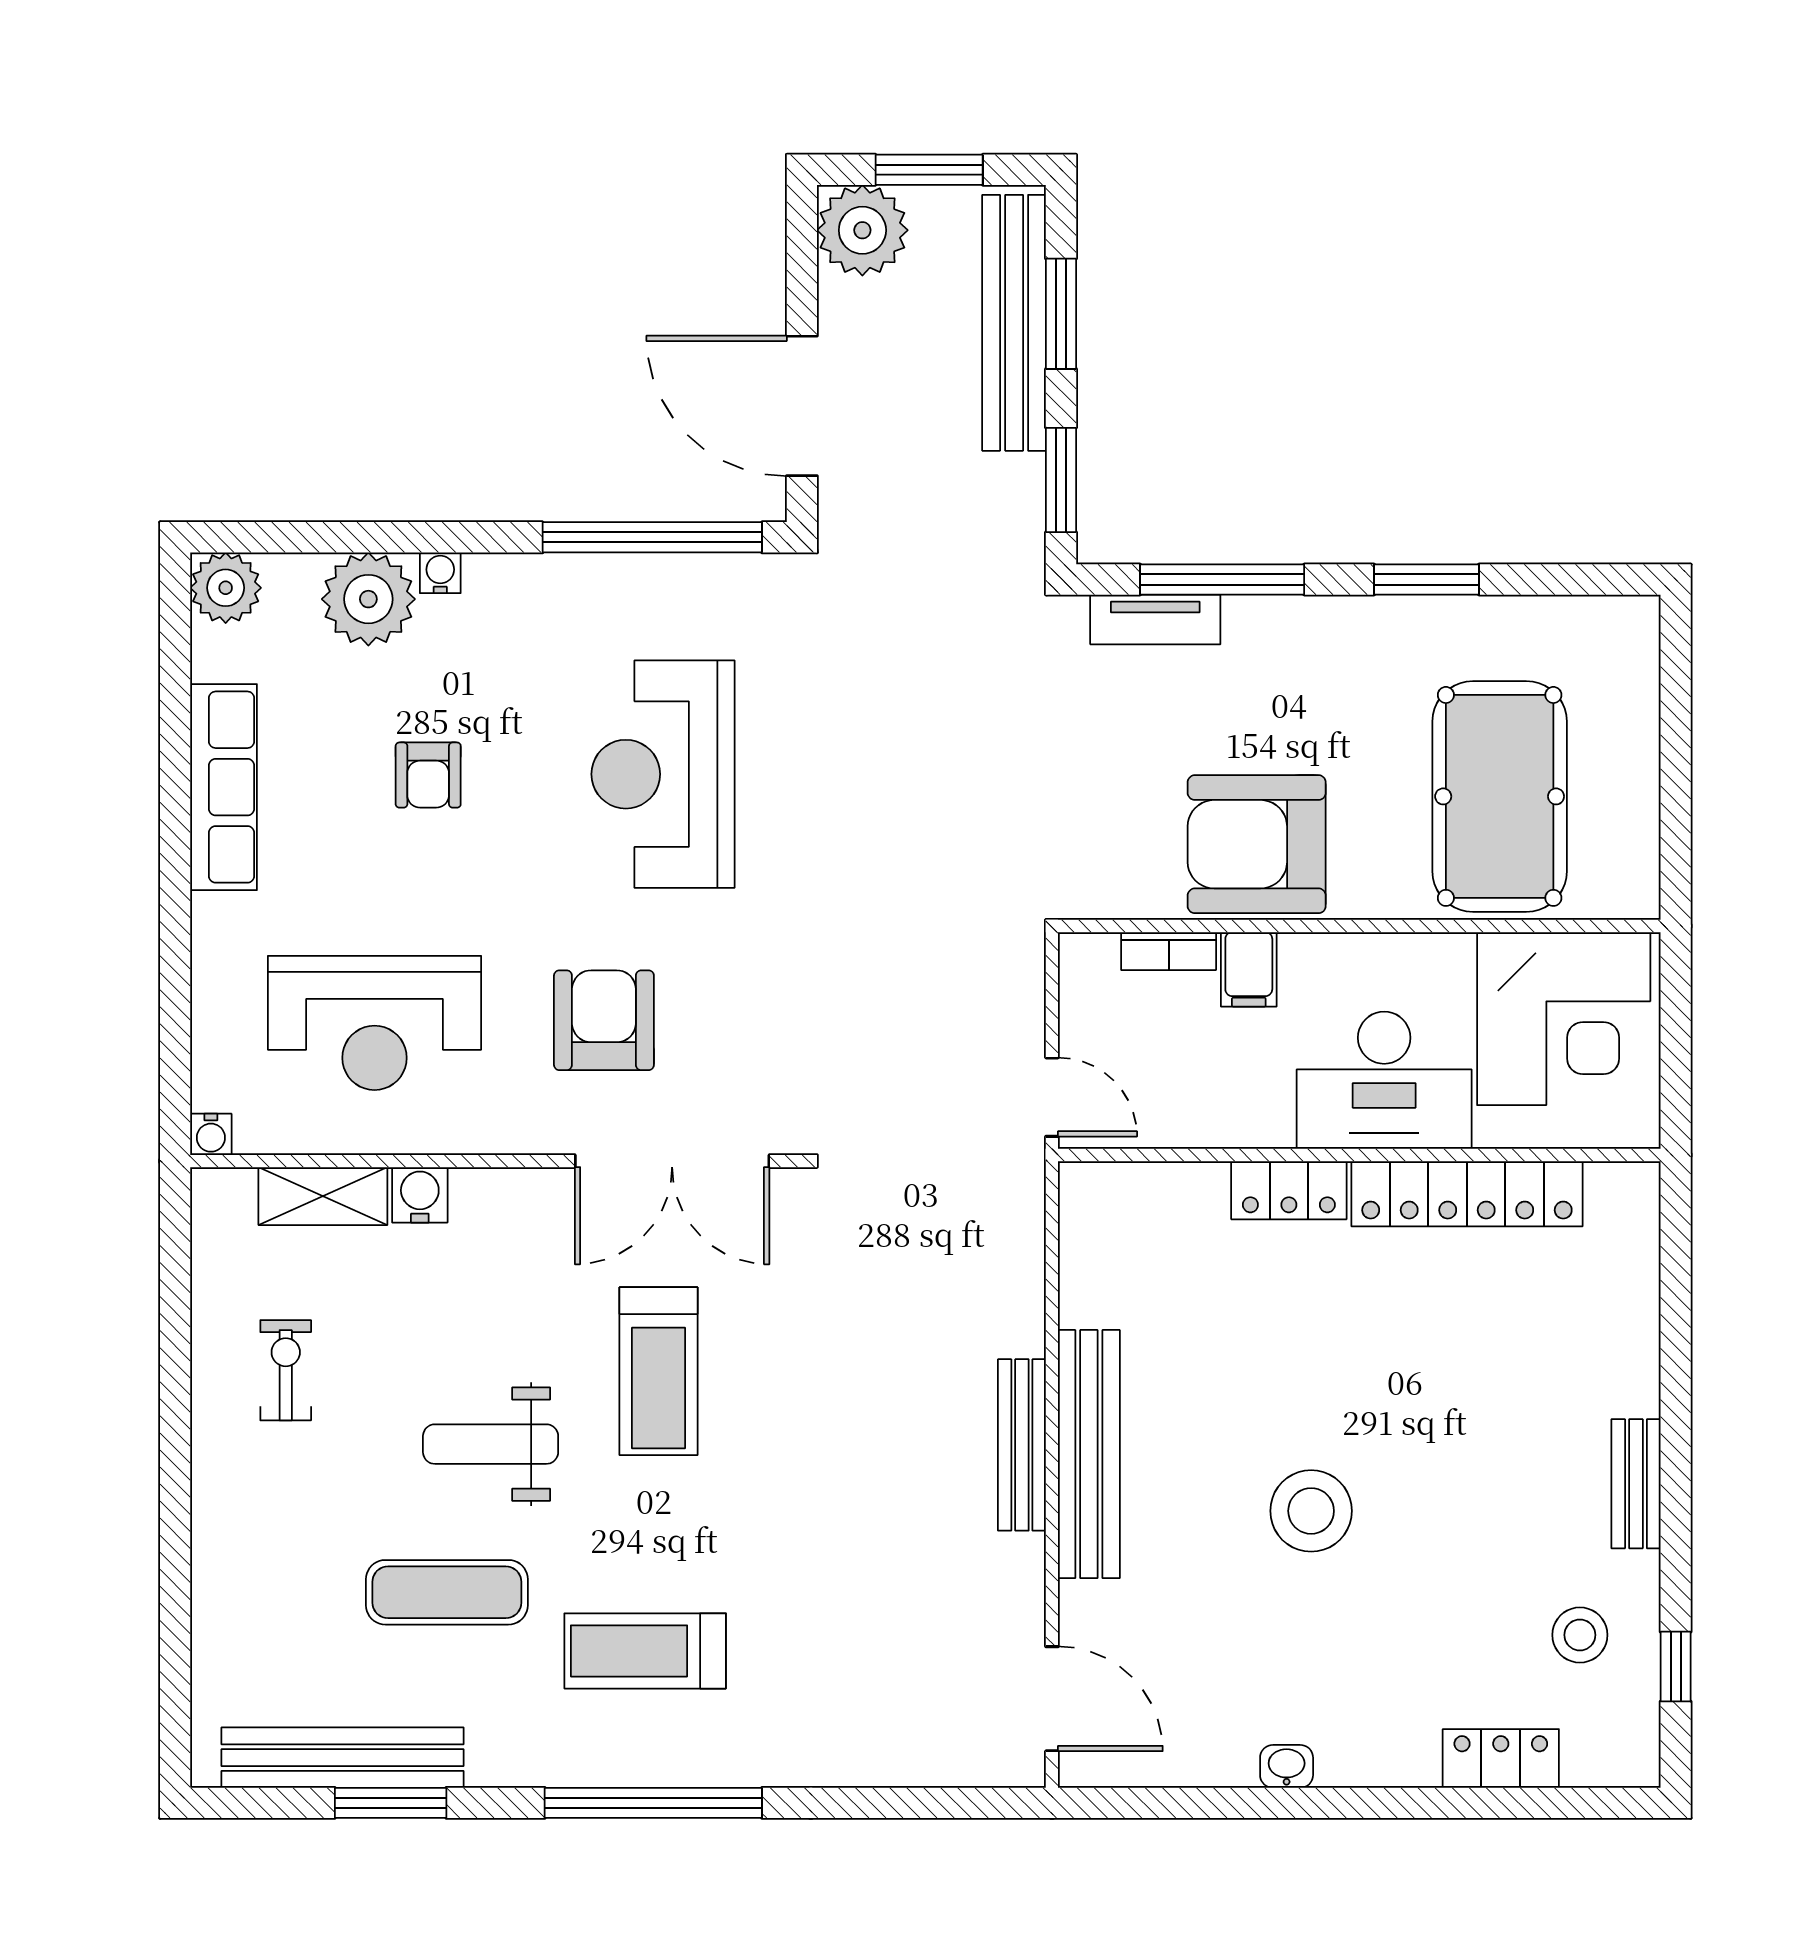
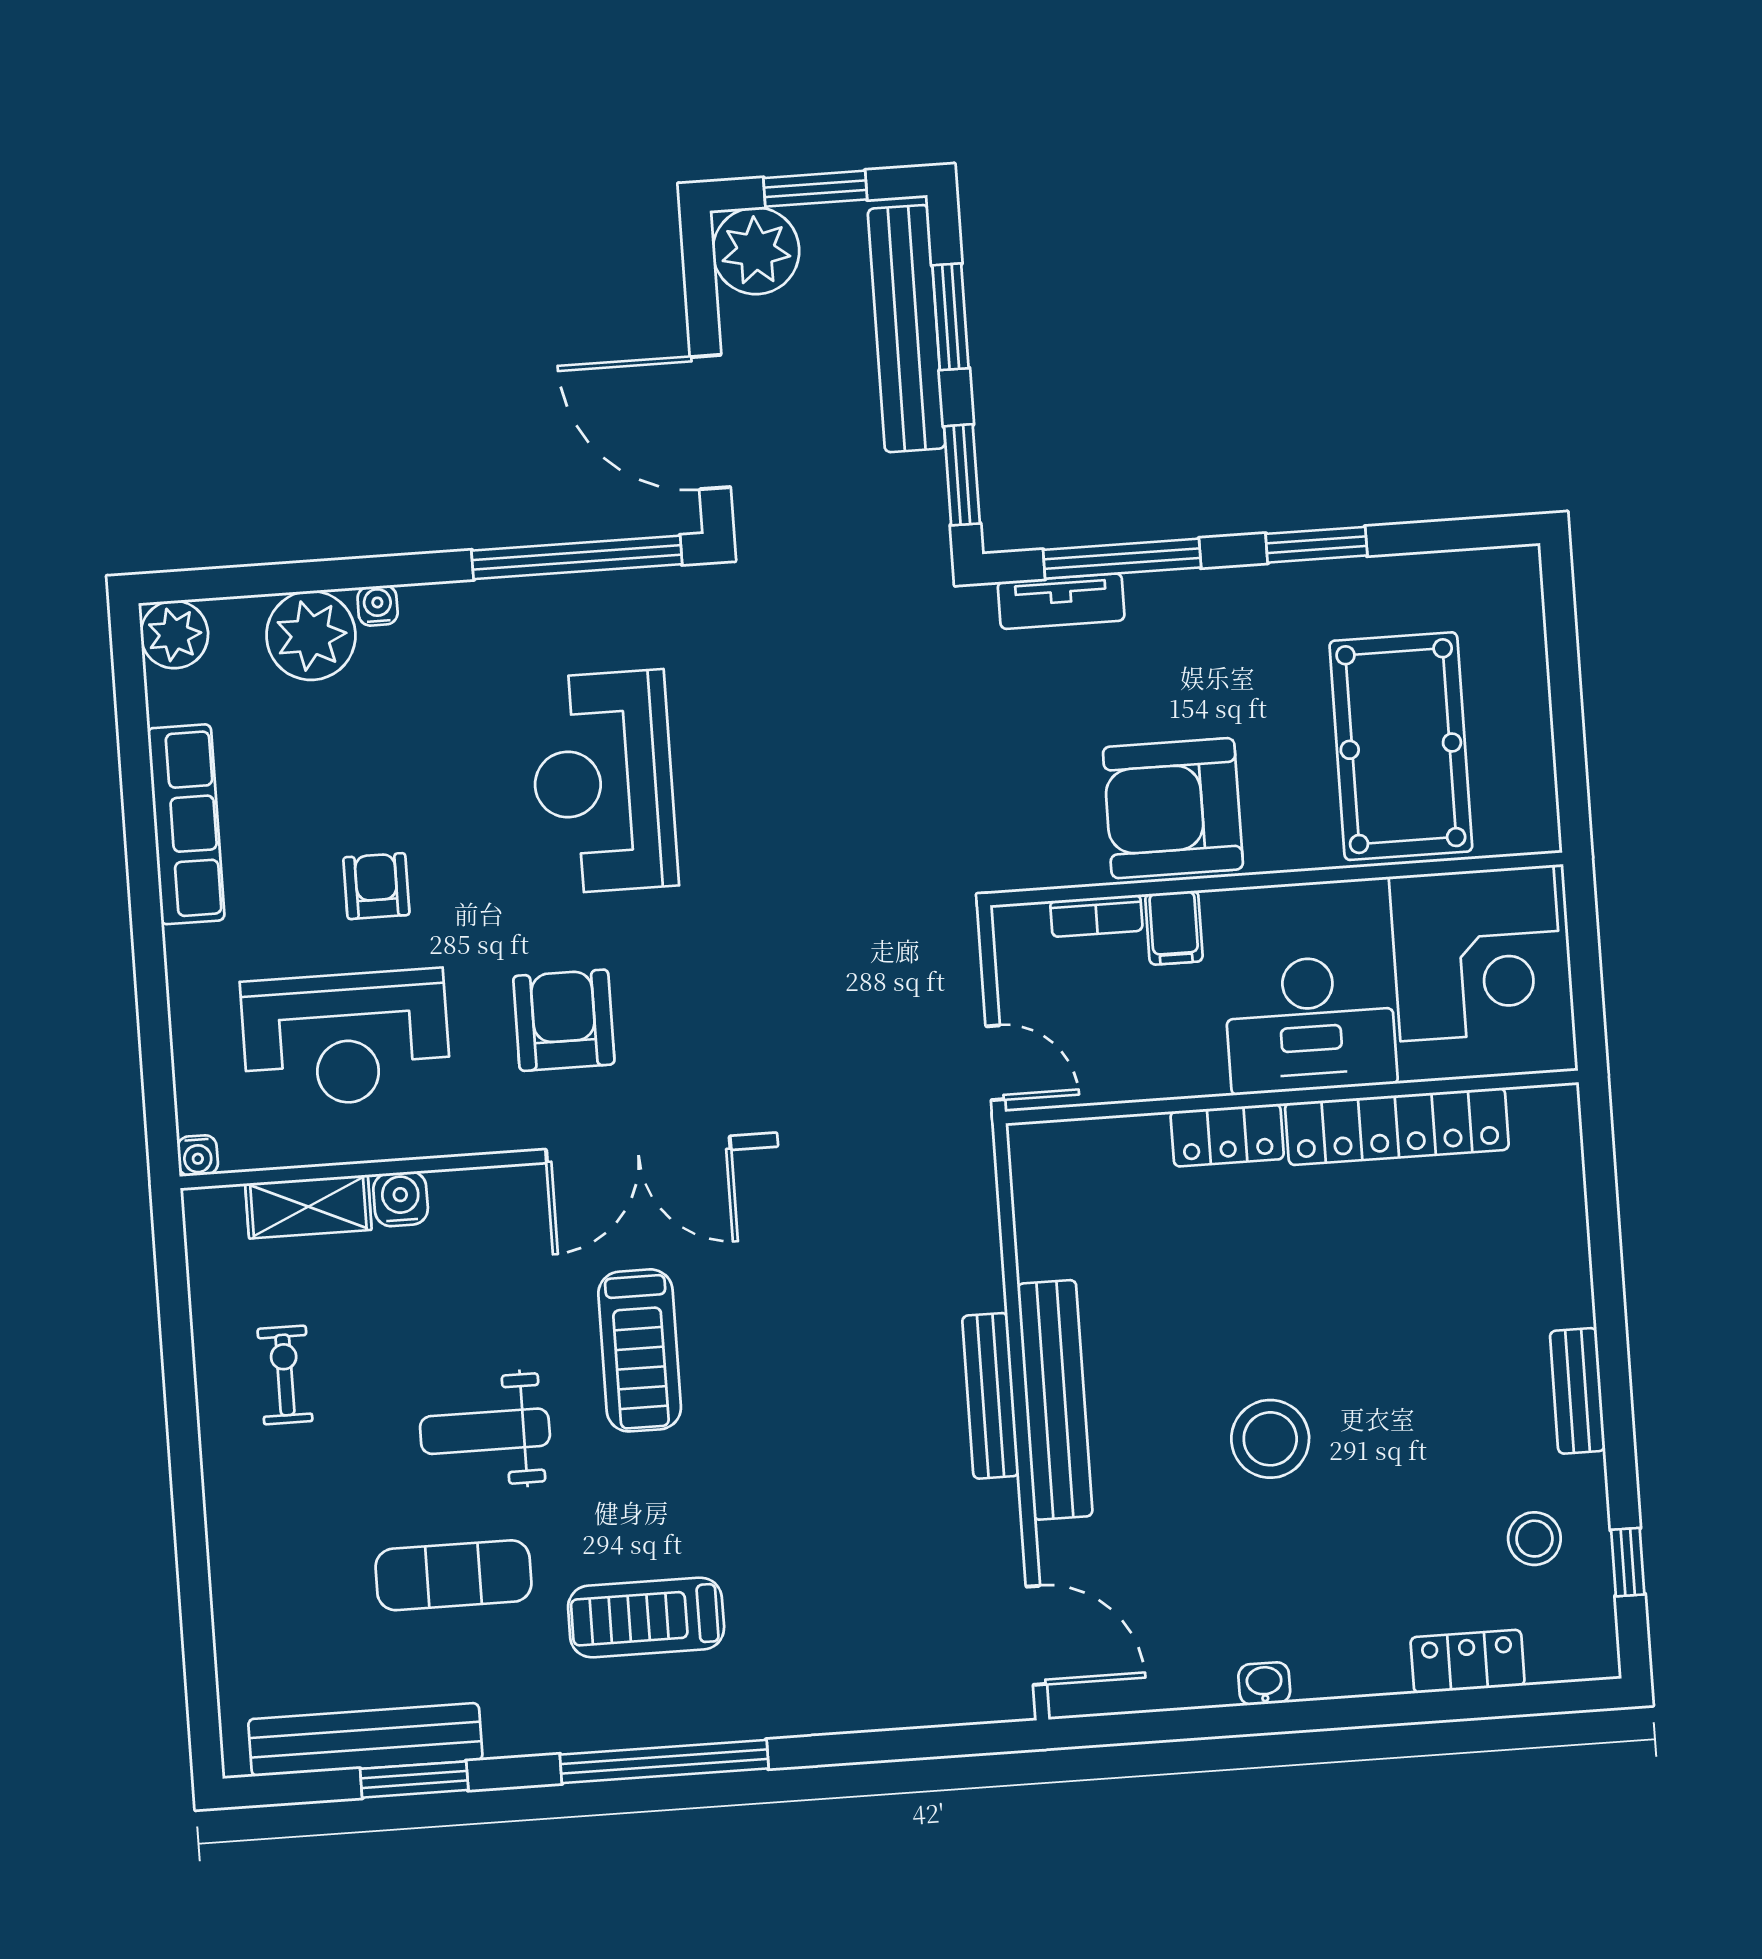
armchair: (428, 775) -> (376, 886), moved, turned 180

